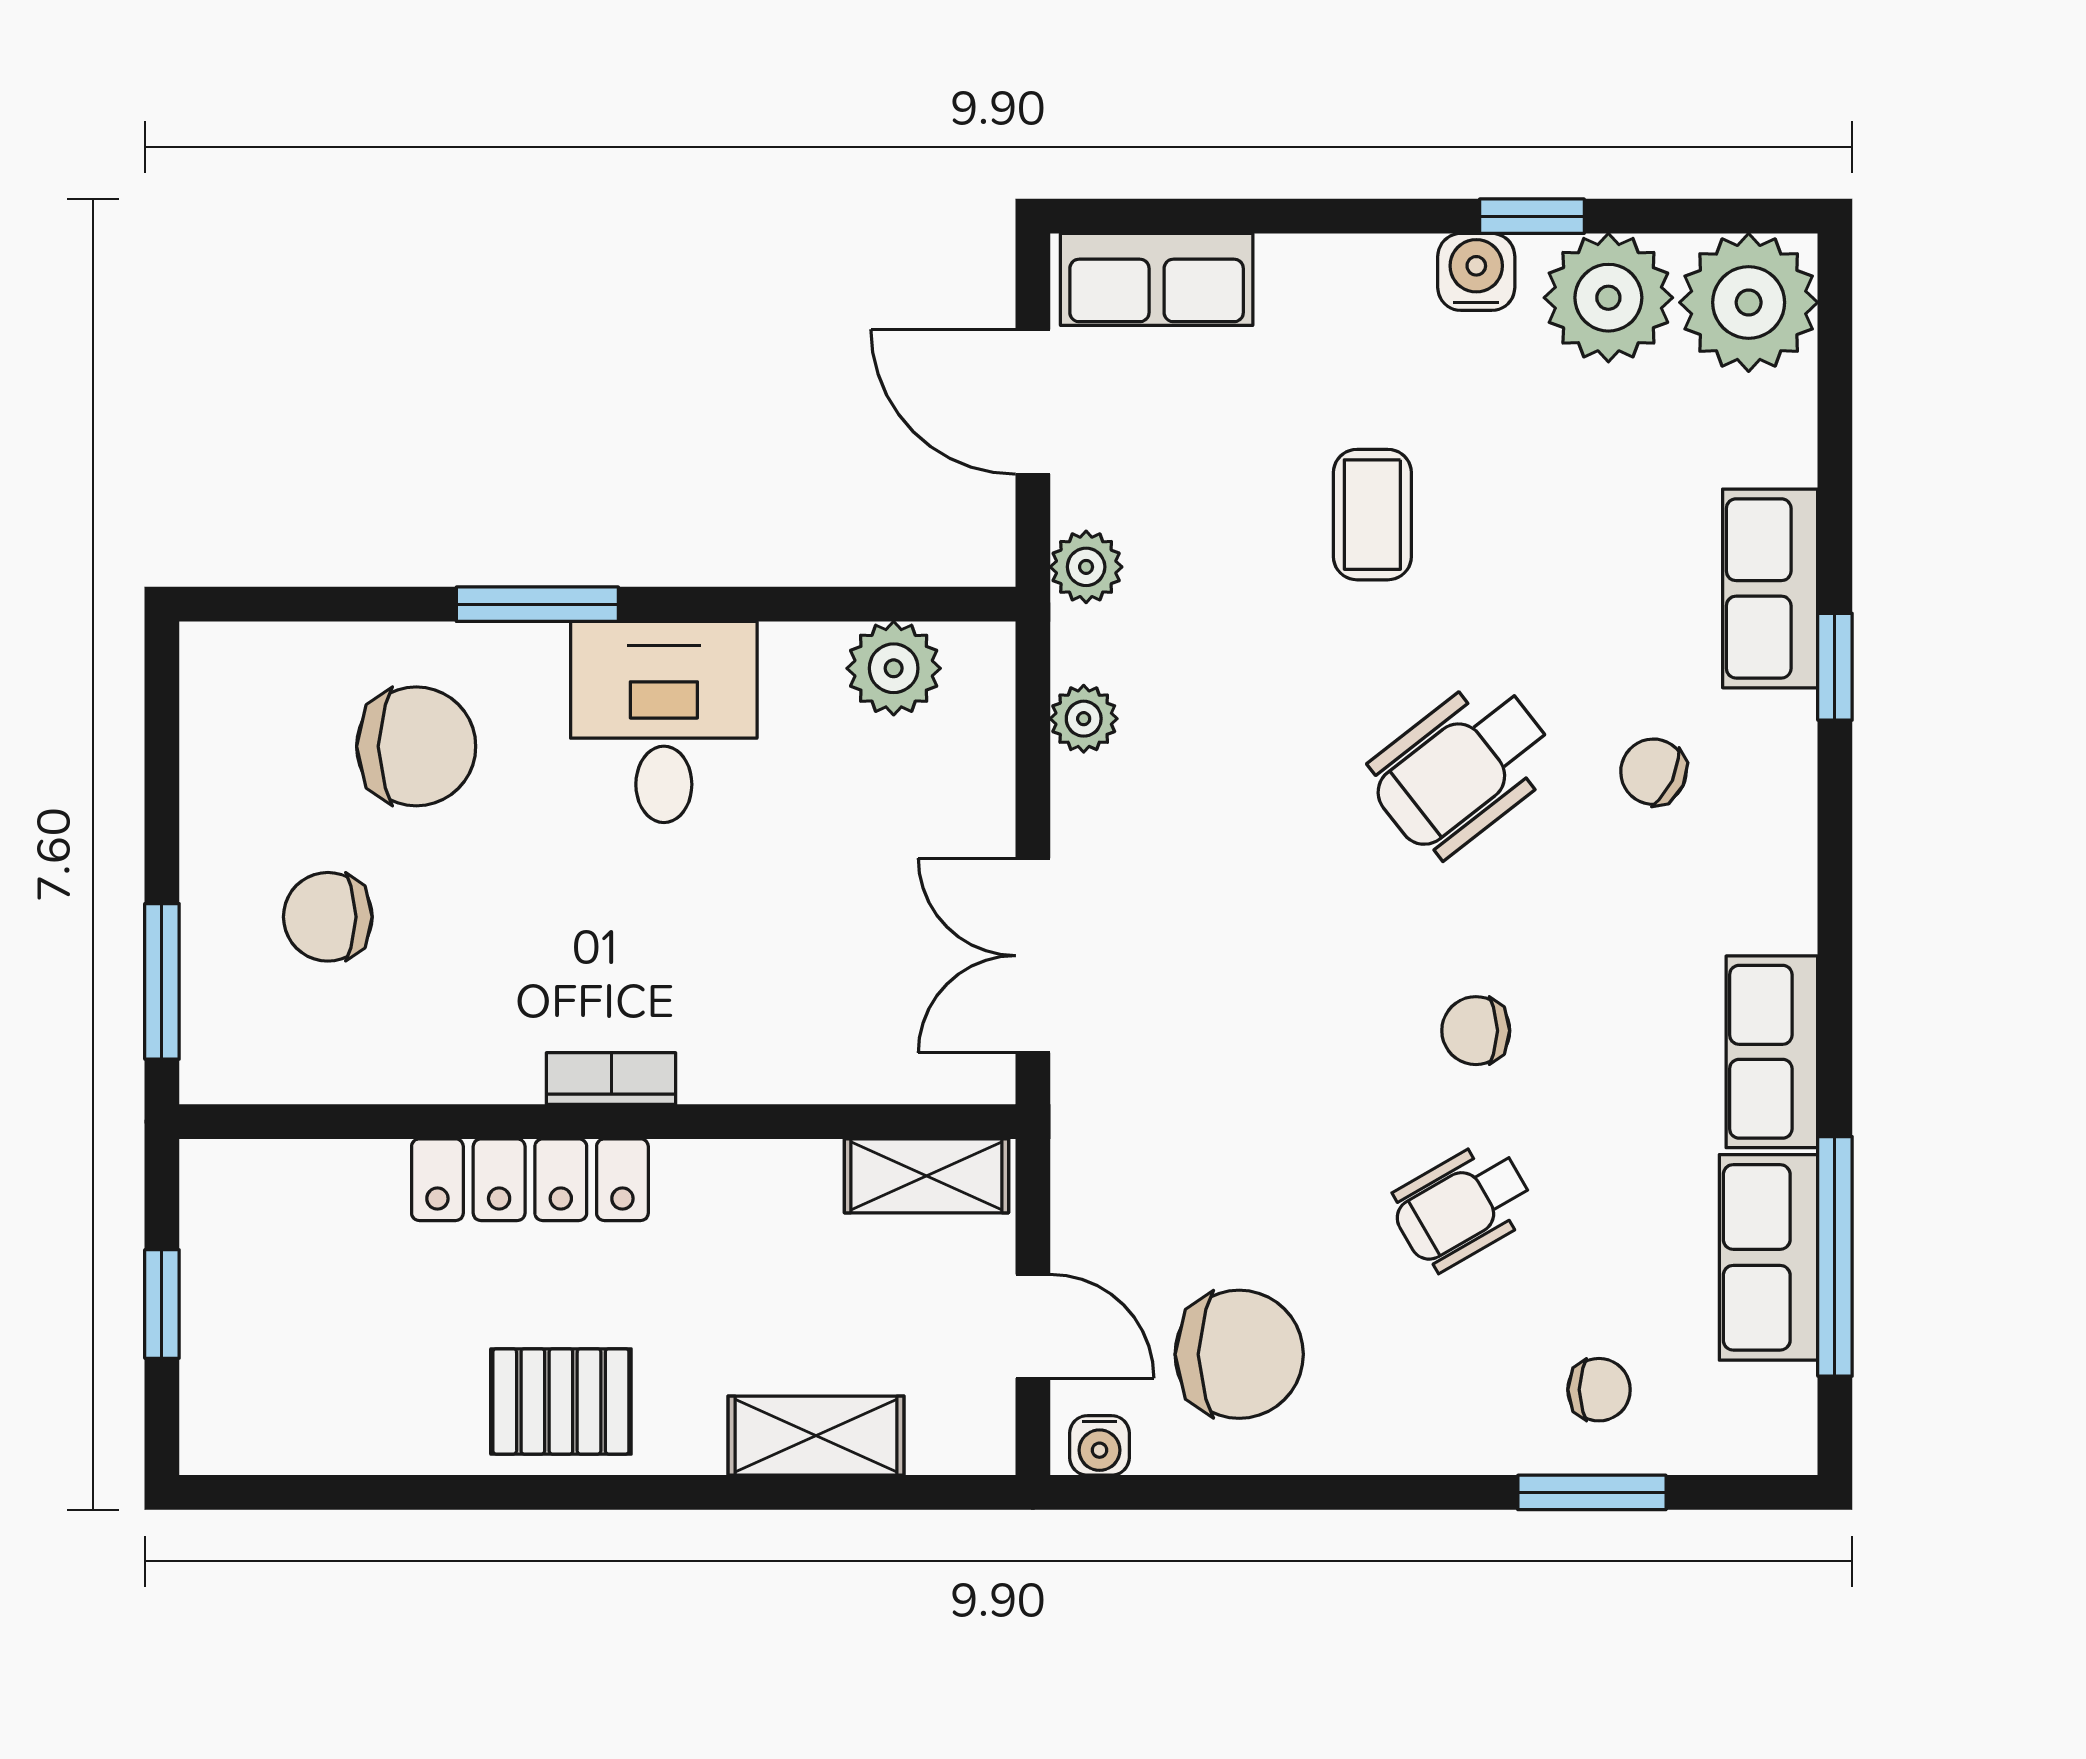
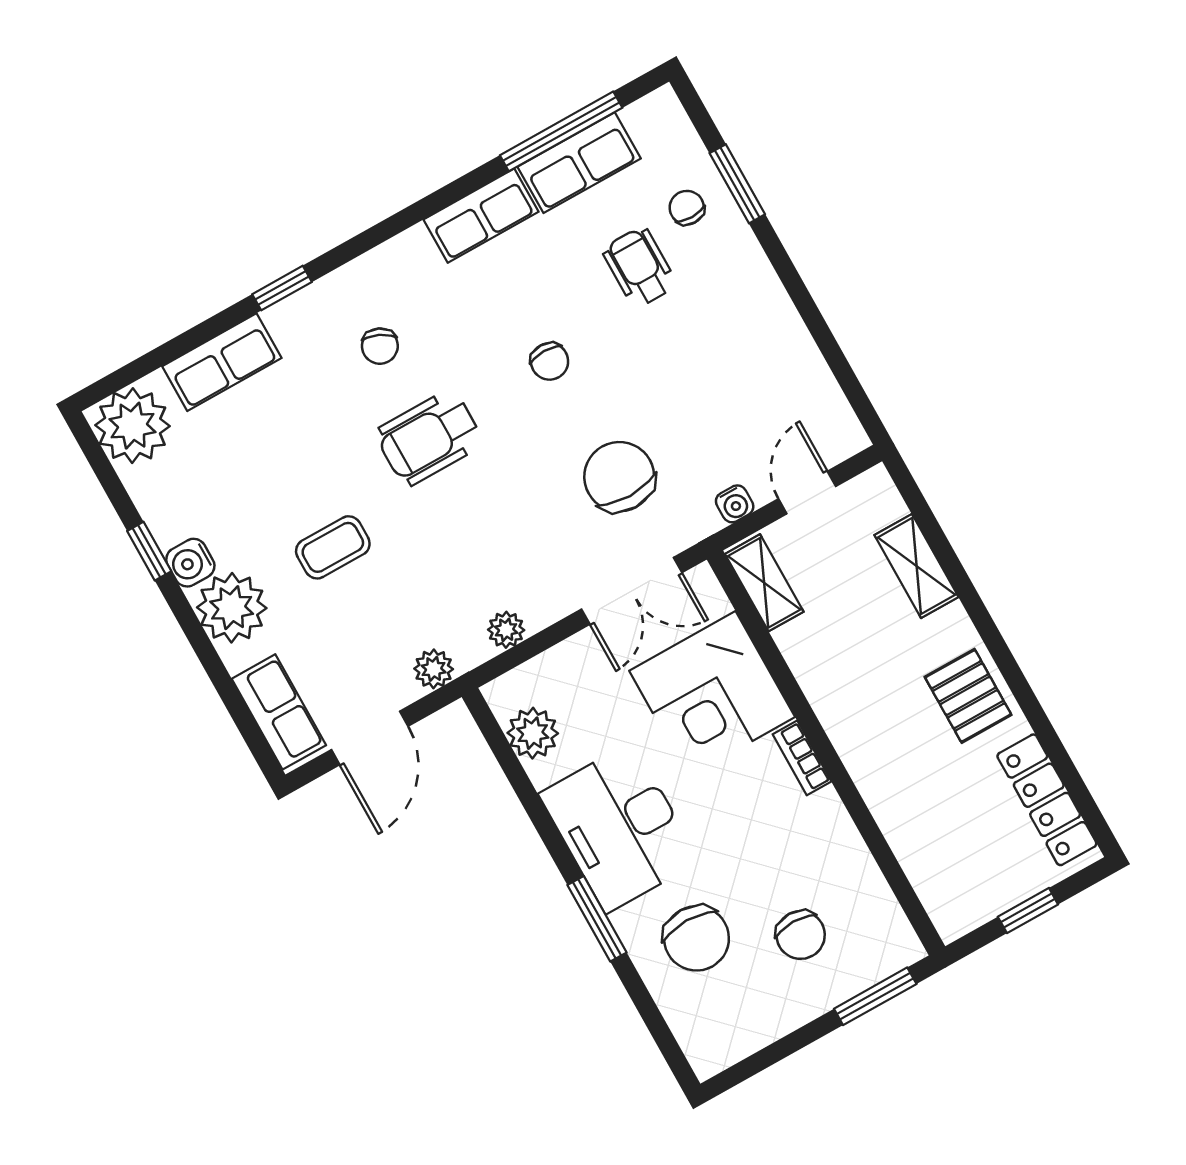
plant: (1608, 298) -> (232, 608), moved
row of seats: (1770, 588) -> (222, 362), moved
desk: (664, 722) -> (619, 828), width x1.37
chair: (416, 746) -> (696, 938), turned 180
wheelchair: (1462, 768) -> (429, 438), turned 128
corner desk: (795, 992) -> (712, 694), added
locker: (530, 1180) -> (1047, 800), moved, turned 180
wheelchair: (1462, 1206) -> (639, 267), moved, turned -150
chair: (1239, 1354) -> (619, 477), moved
water cooler: (1100, 1445) -> (735, 504), moved, turned 90

